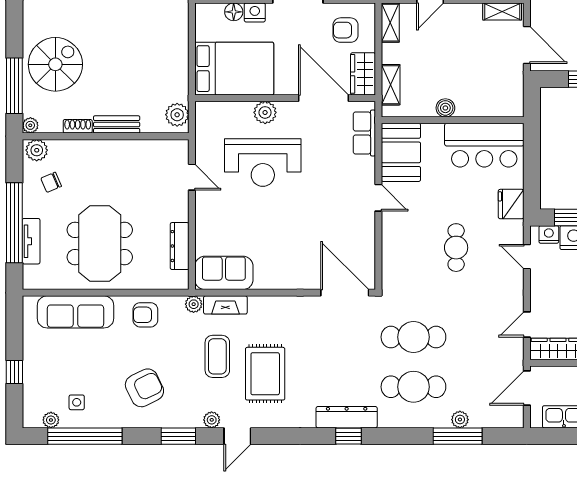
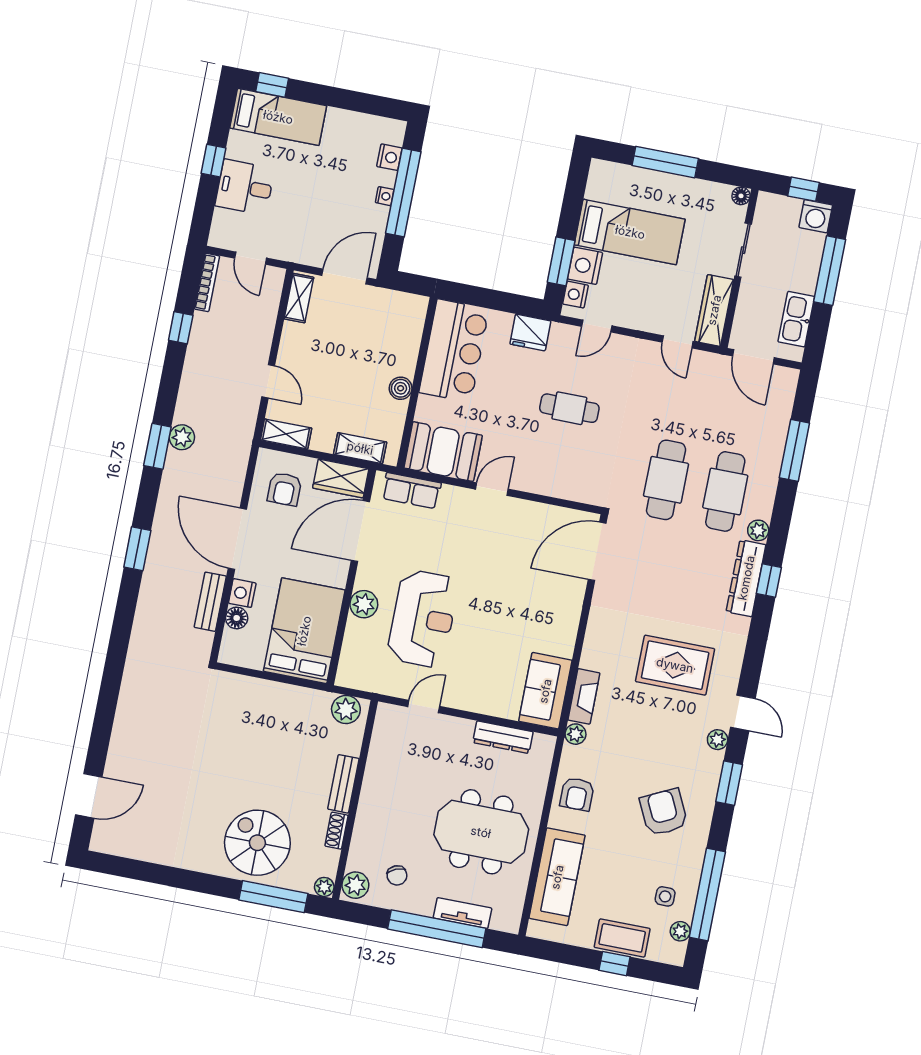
coffee table: (217, 356) -> (622, 938), moved
plant: (460, 420) -> (758, 530), moved

